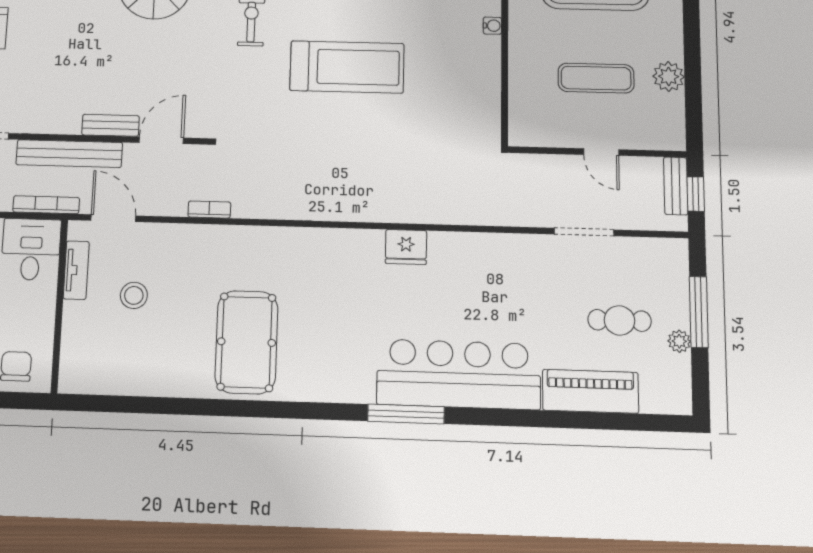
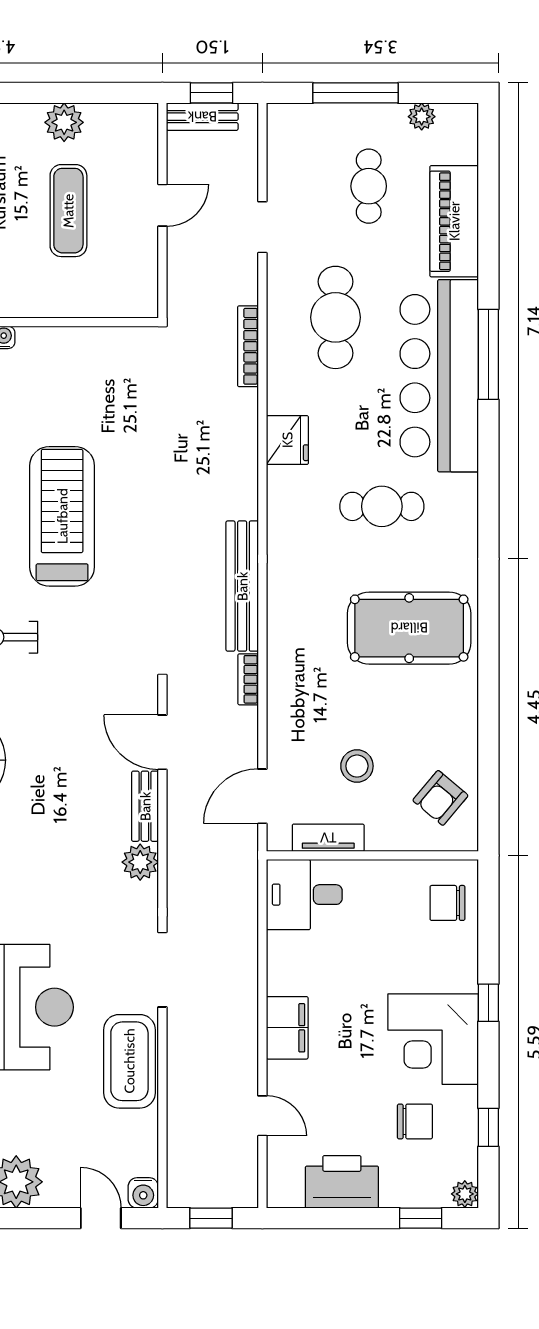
plant: (66, 120) -> (140, 862), added
bench: (69, 154) -> (242, 586), moved
bookcase: (46, 205) -> (248, 346), moved
doorway: (584, 232) -> (262, 227), width x0.73
cafe table: (508, 289) -> (336, 317), added
cafe table: (349, 323) -> (382, 506), added
plant: (679, 341) -> (422, 117), moved
armchair: (104, 363) -> (440, 798), added
window: (406, 414) -> (488, 354), moved

